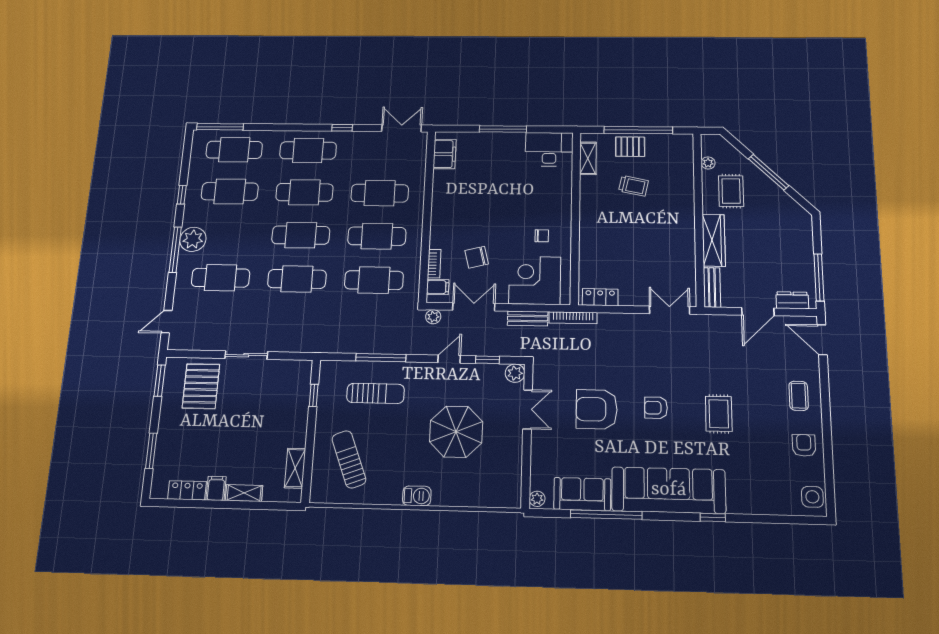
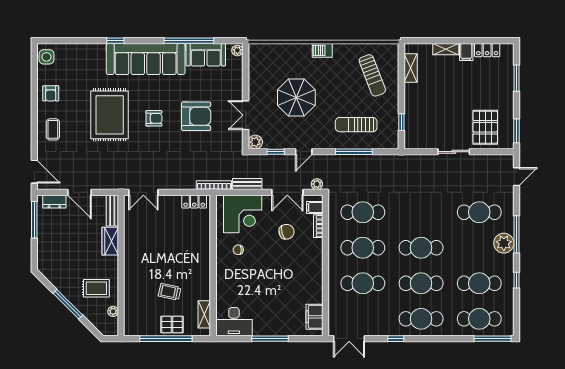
rug: (731, 191) -> (96, 288), turned 90
wardrobe: (714, 240) -> (110, 241), width x0.67
cafe table: (297, 279) -> (421, 212), removed
door: (758, 312) -> (80, 192), swing flipped
rug: (719, 414) -> (110, 115), width x1.86, depth x2.06

